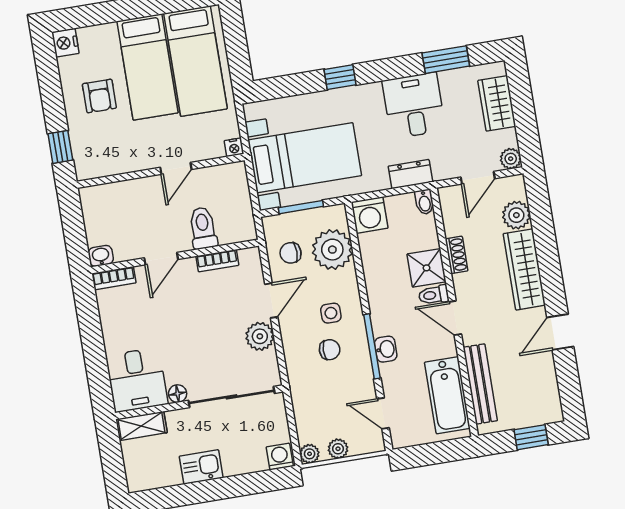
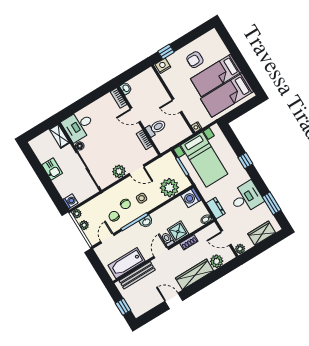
nightstand: (65, 43) -> (163, 66), moved
chair: (291, 253) -> (114, 216), moved
washbasin: (386, 349) -> (146, 222), moved

